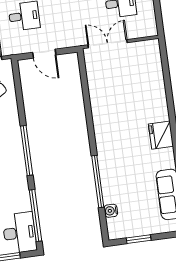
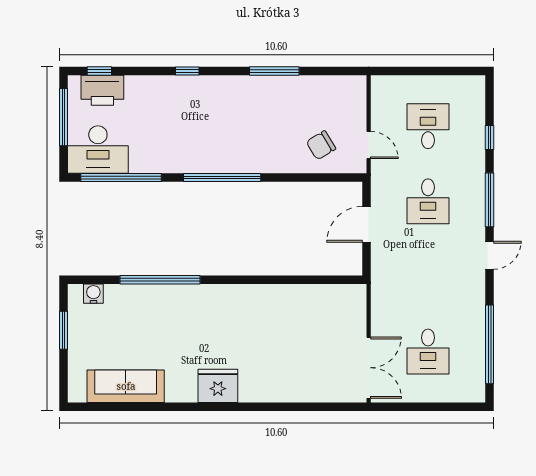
double door: (108, 44) -> (369, 368), moved
water cooler: (111, 211) -> (93, 294), moved

